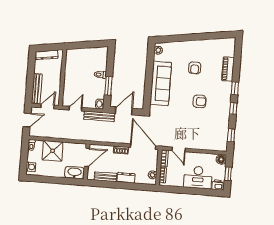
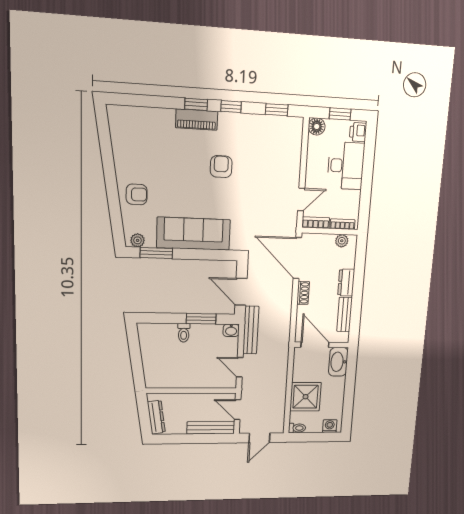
window: (150, 61) -> (156, 253), added
armchair: (195, 68) -> (137, 194), moved
piano: (228, 69) -> (197, 120), moved
door: (27, 120) -> (259, 438), swing flipped
door: (143, 147) -> (297, 258), hinge flipped

